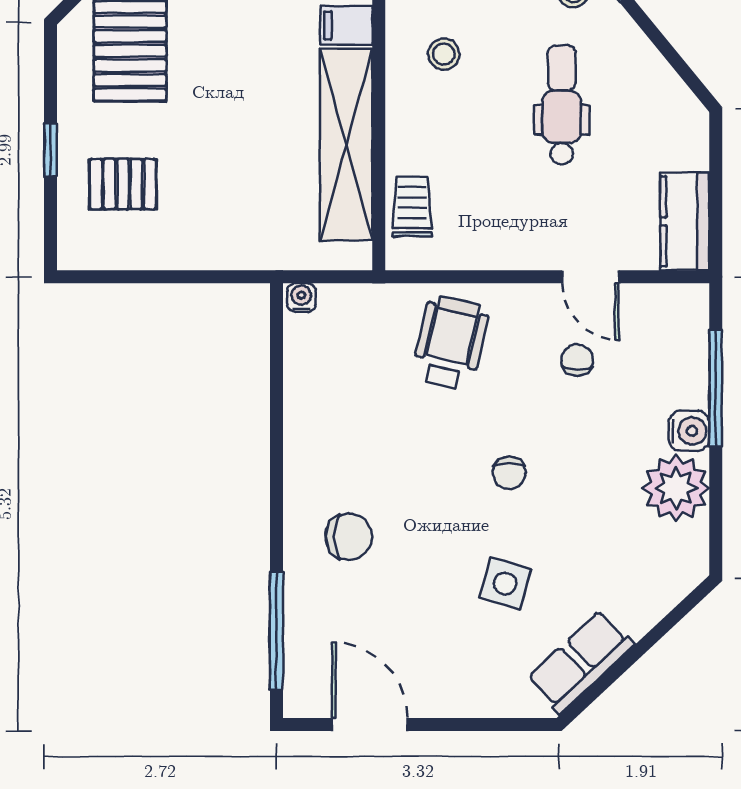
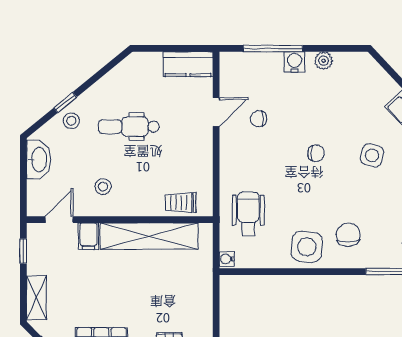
wheelchair: (450, 343) -> (248, 214), moved, turned 77
side table: (325, 455) -> (307, 247), added
plant: (676, 488) -> (324, 61), width x0.53, depth x0.53

